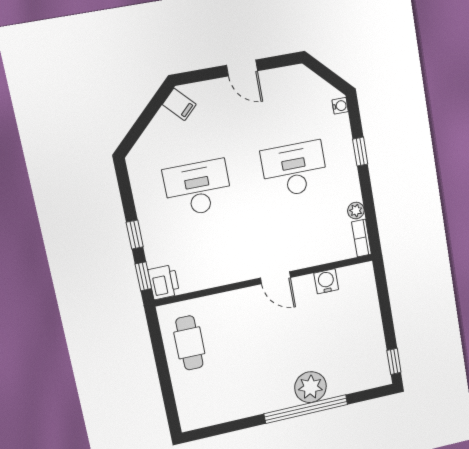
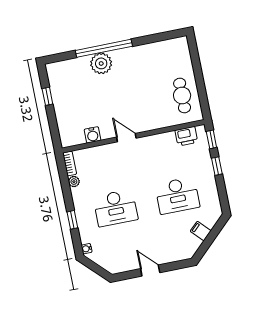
filing cabinet: (179, 104) -> (201, 231), moved
printer: (164, 282) -> (186, 136), moved, turned -90
window: (394, 361) -> (47, 96), moved

